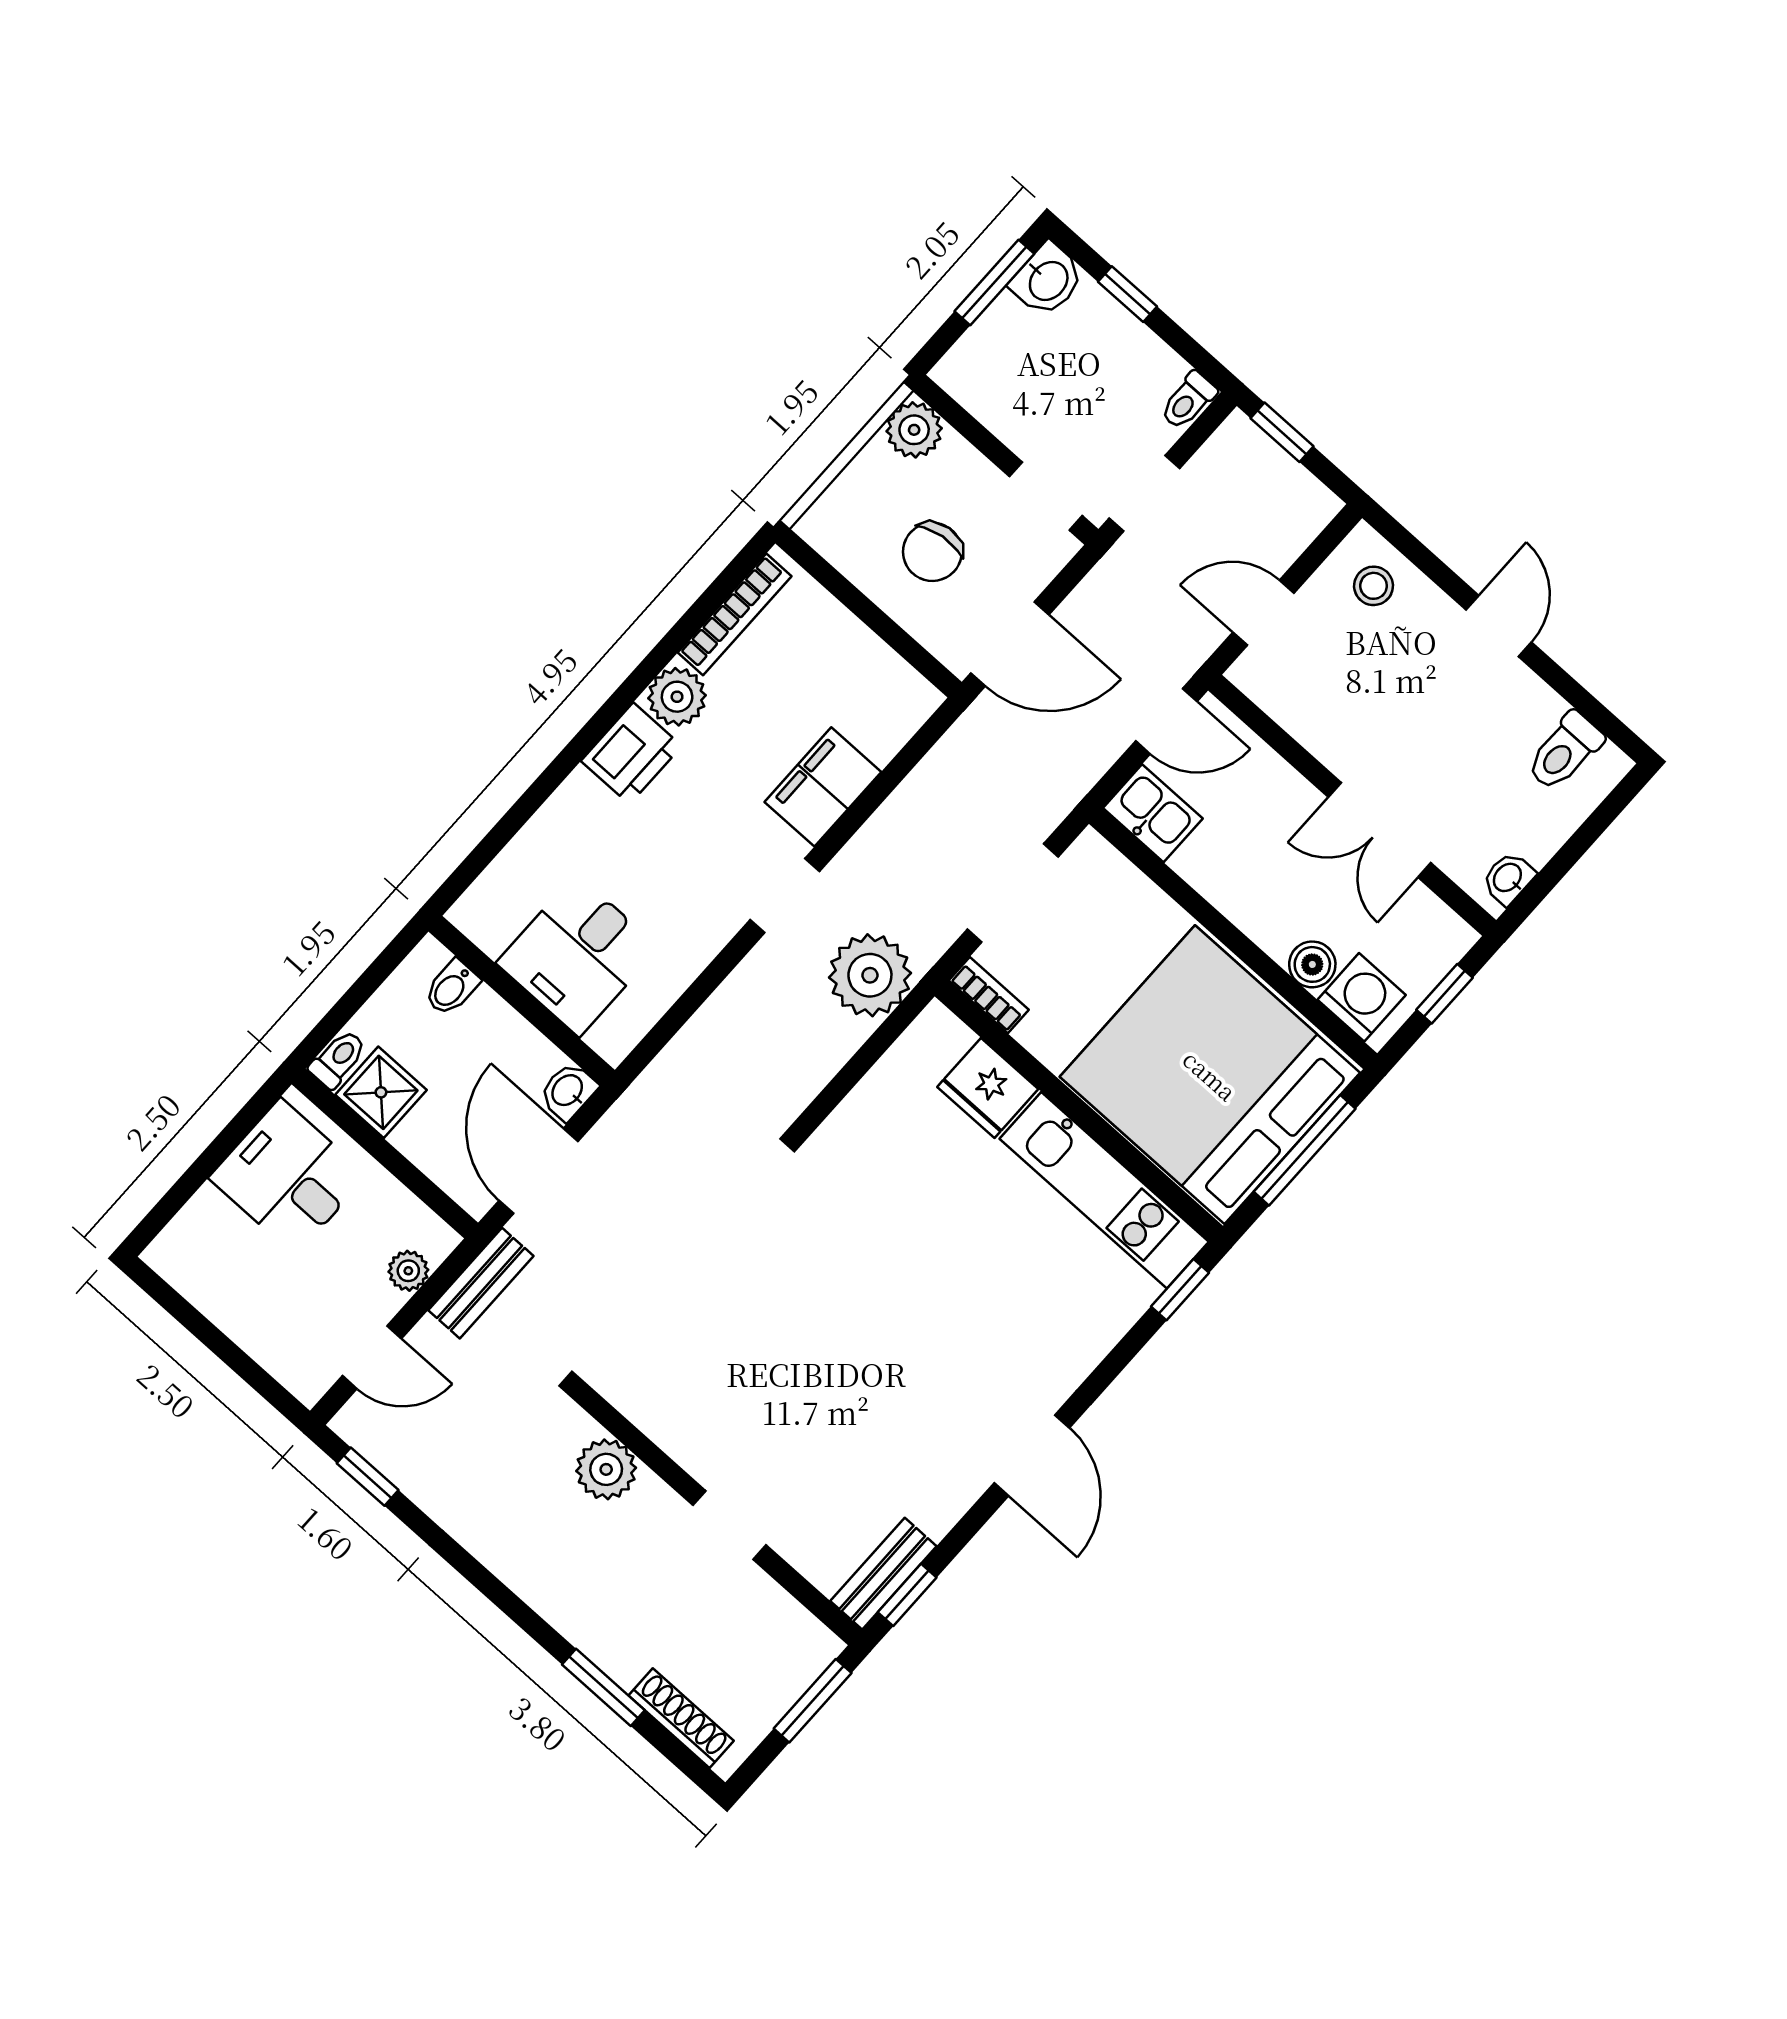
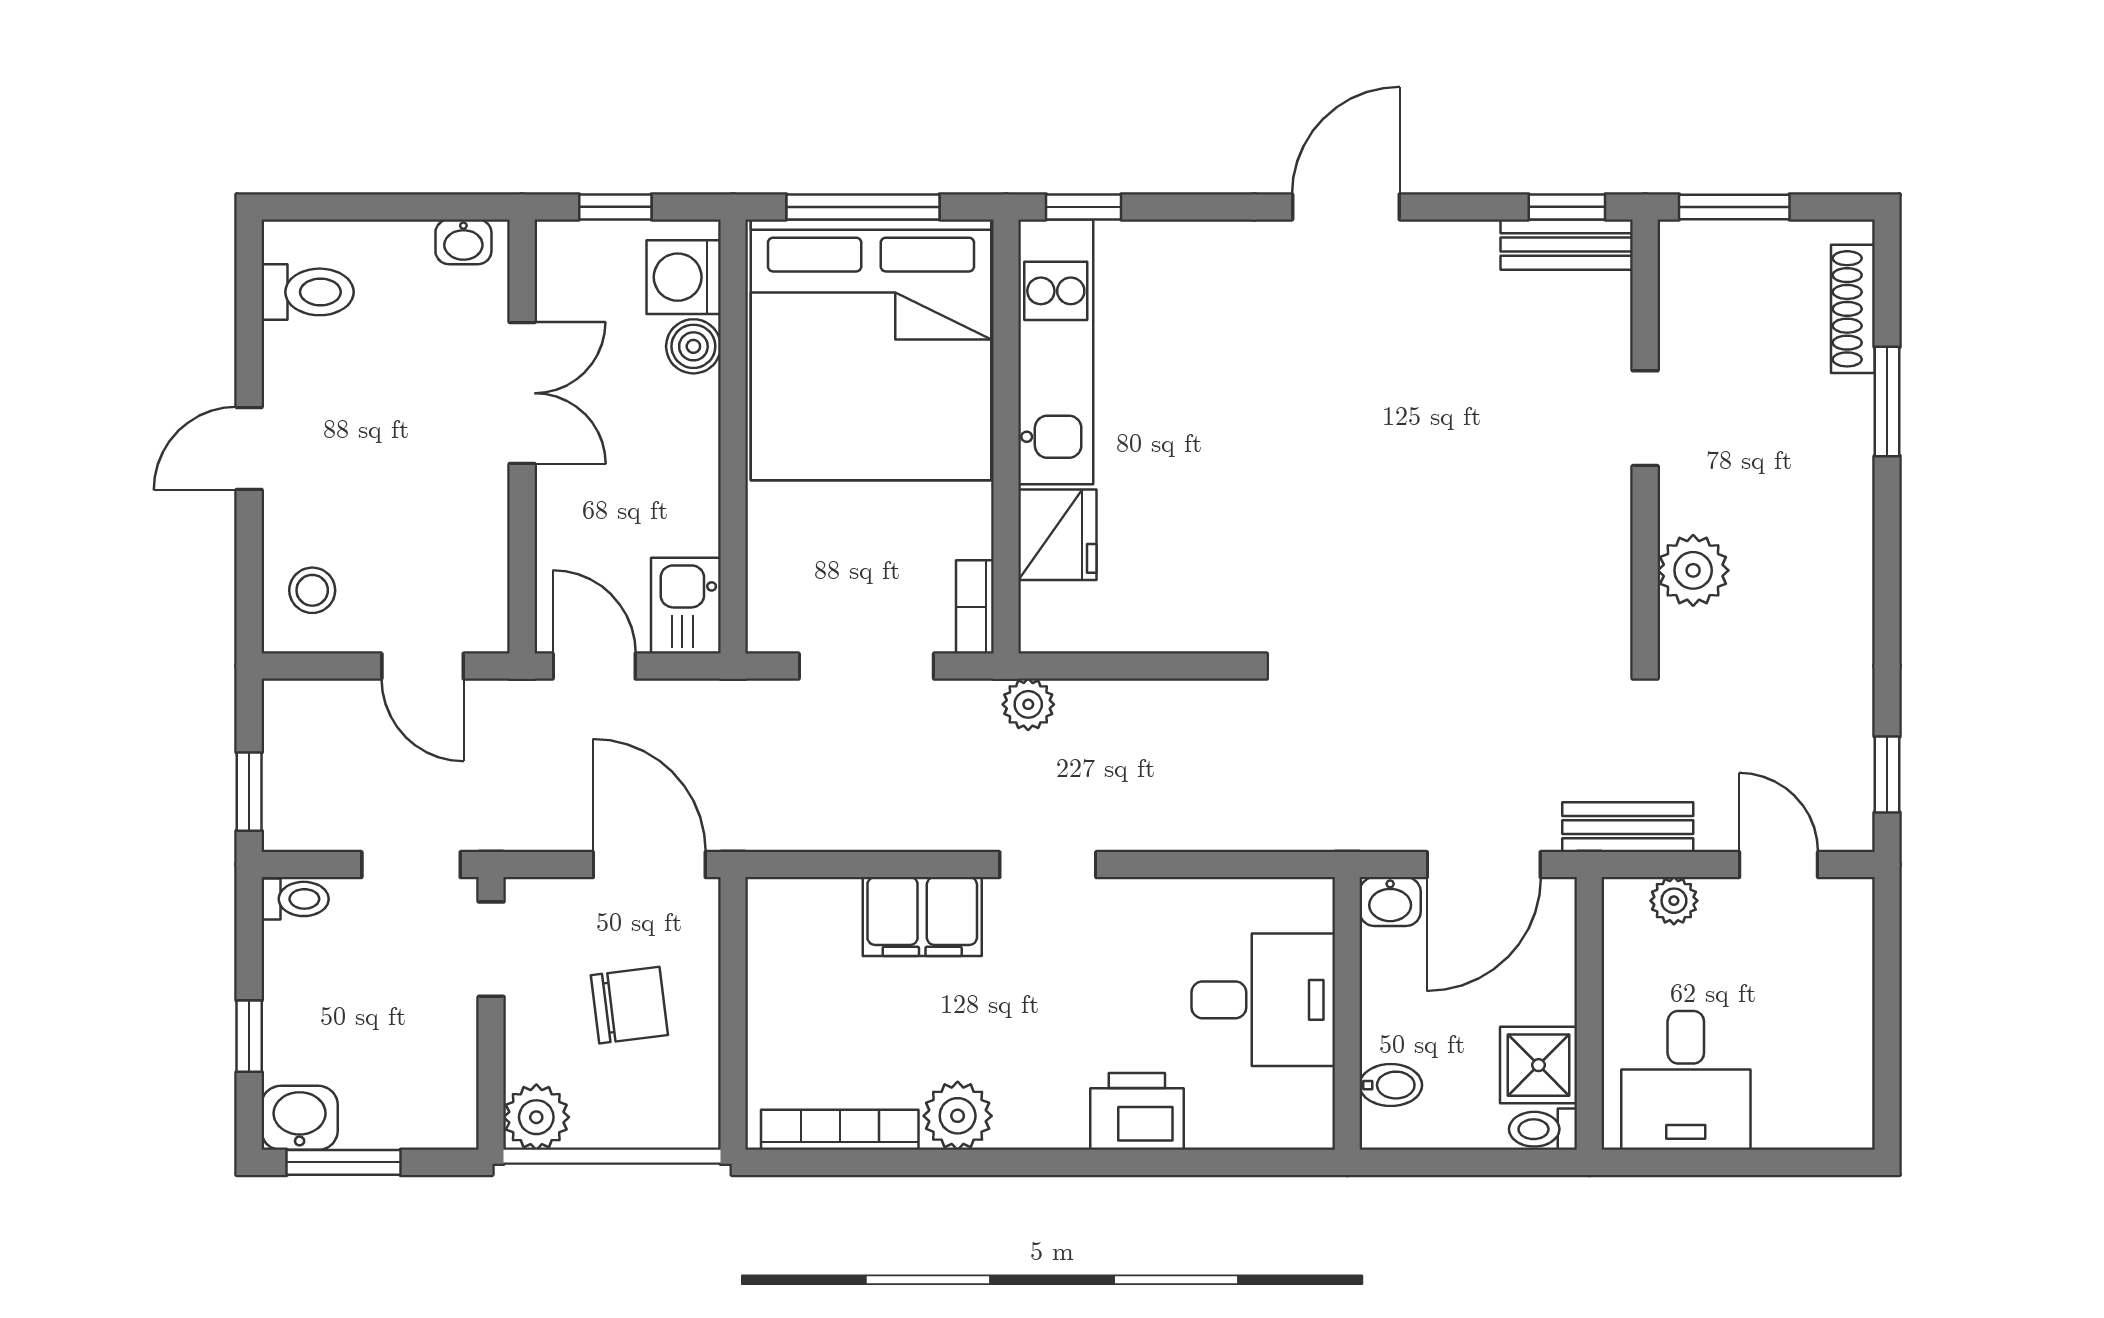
printer: (631, 753) -> (1137, 1111), moved
plant: (870, 975) -> (1028, 704), width x0.53, depth x0.53

